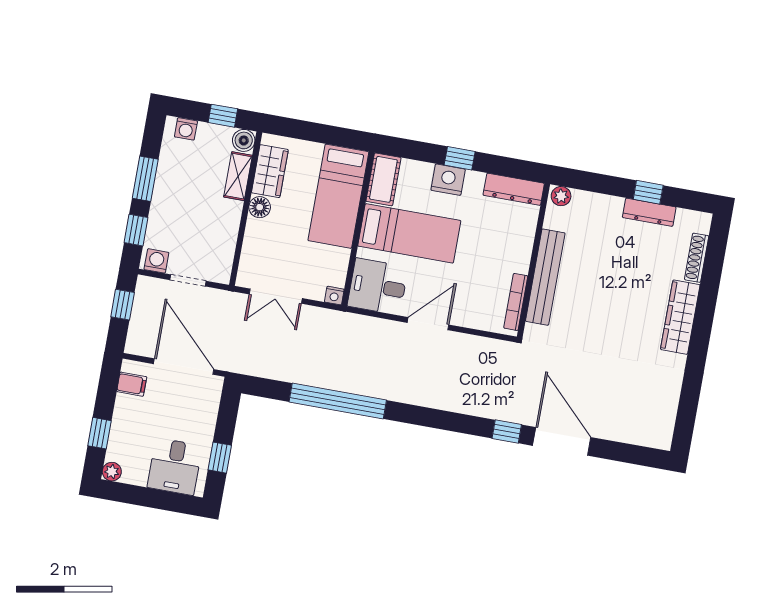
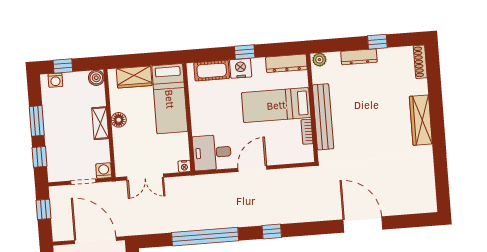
window: (223, 116) -> (63, 66), moved
wardrobe: (270, 171) -> (134, 77), moved, turned 90
shelving: (238, 176) -> (100, 123), moved
cot: (383, 179) -> (212, 71), moved, turned 90
dresser: (649, 212) -> (359, 57), moved
bed: (409, 233) -> (276, 105), moved, turned 180
shoe rack: (697, 258) -> (420, 62), moved
washing machine: (156, 261) -> (104, 171), moved
bookcase: (516, 302) -> (307, 132), width x0.64
window: (507, 432) -> (272, 231), moved

